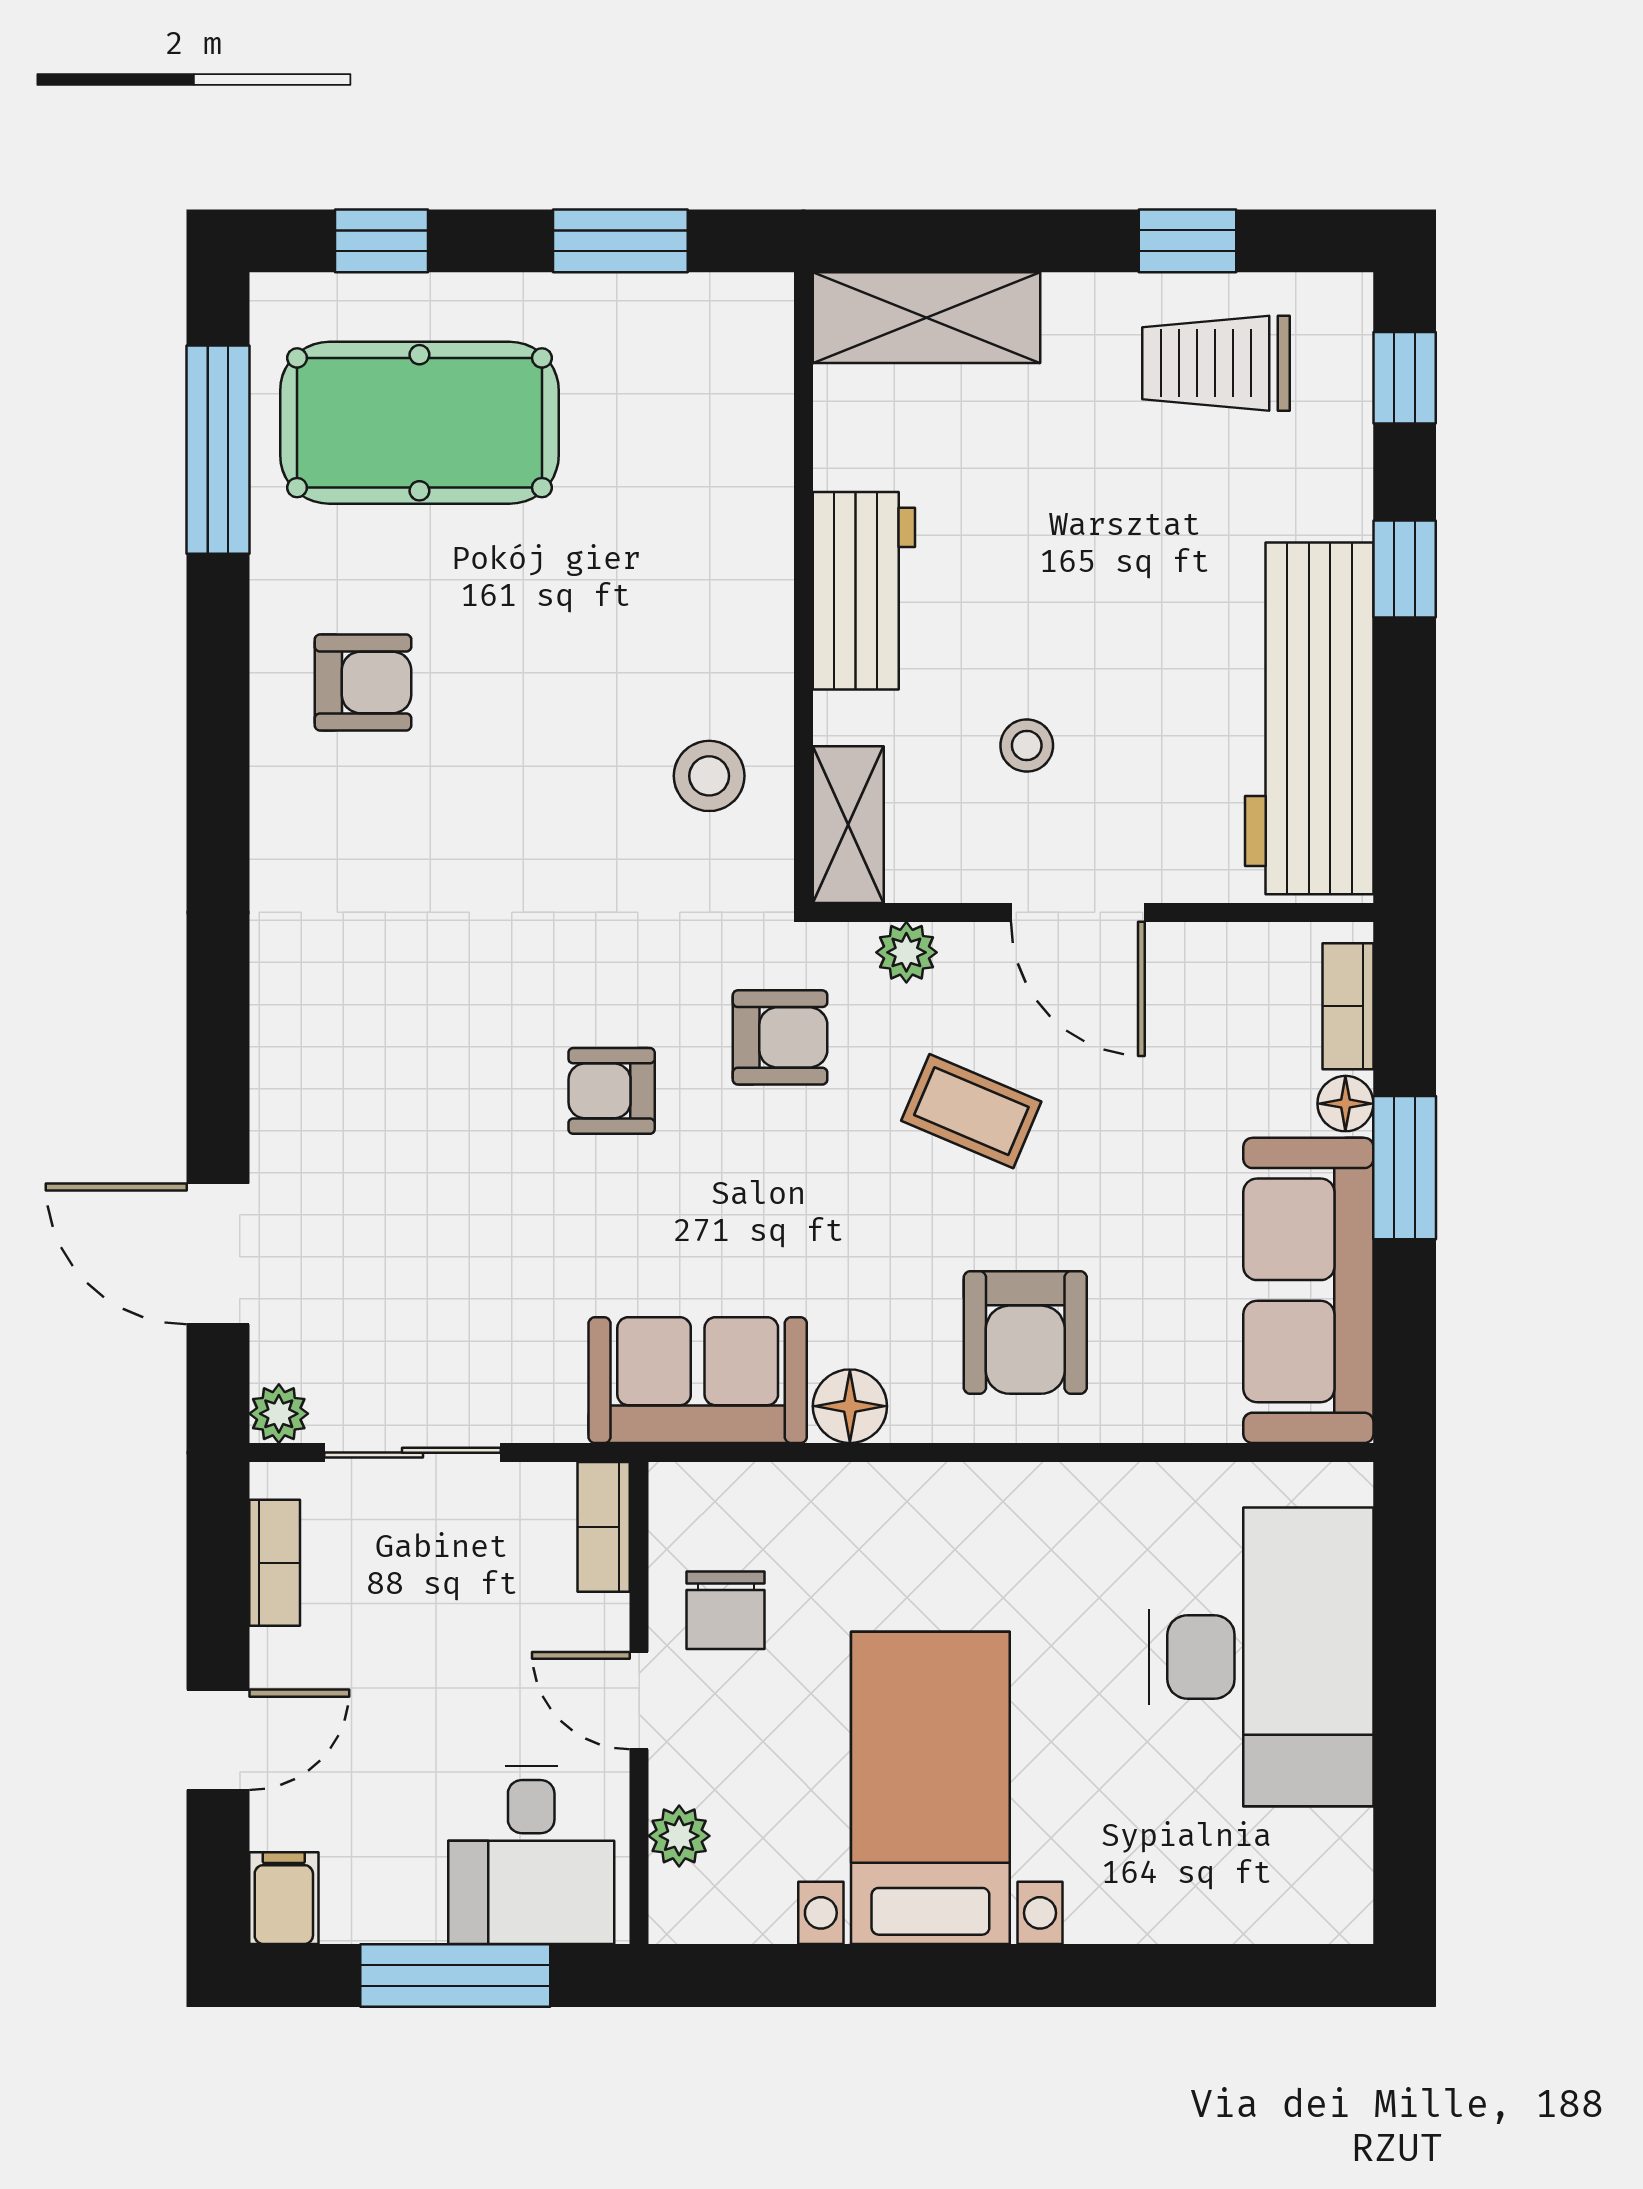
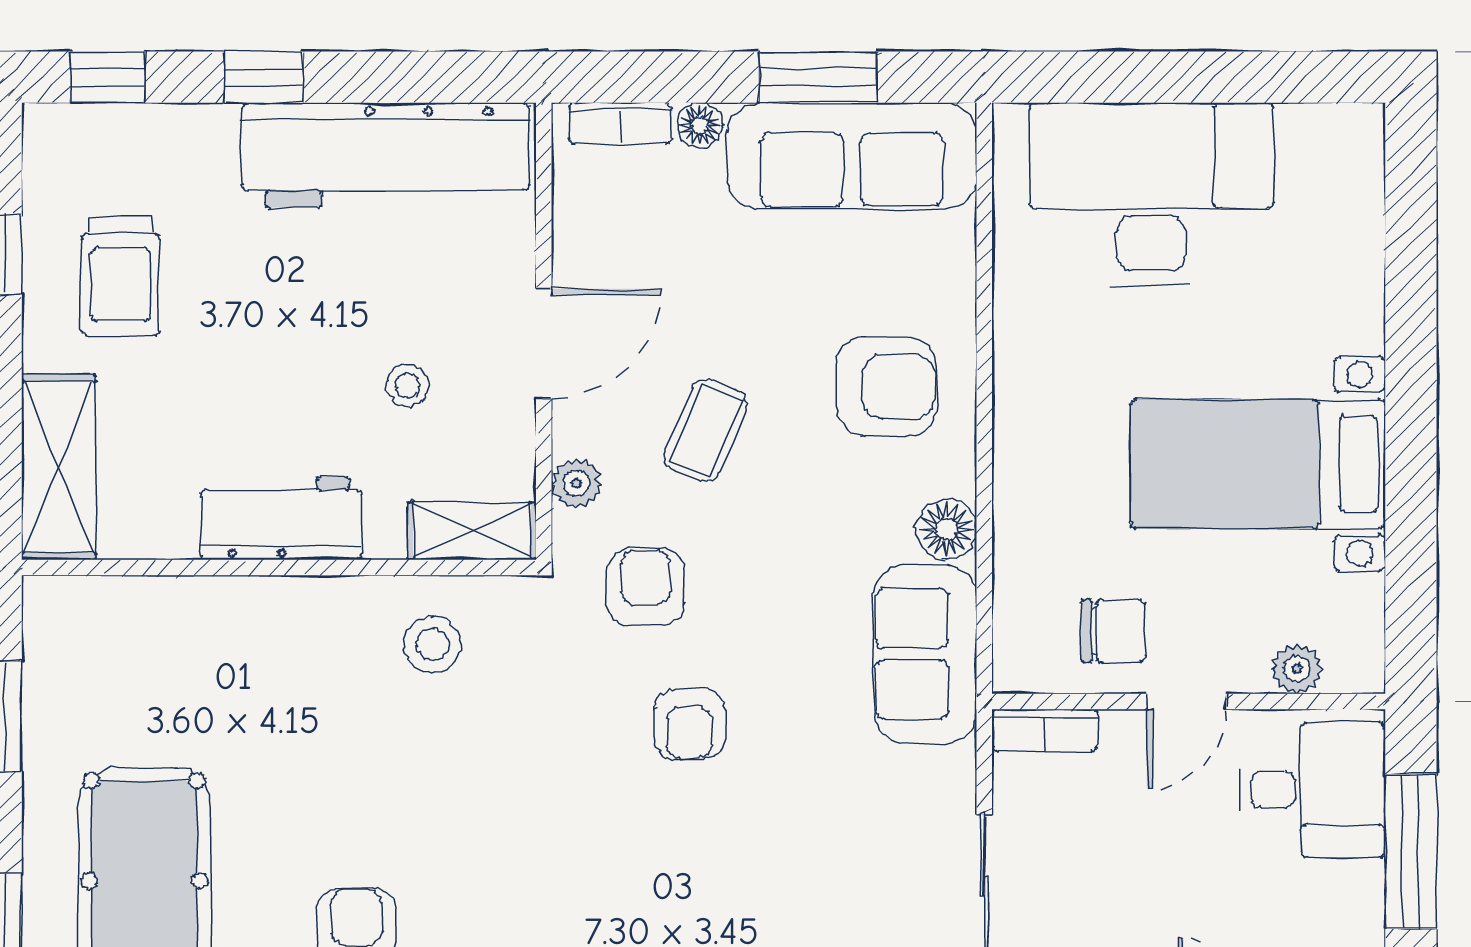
trolley: (1216, 363) -> (121, 276), moved
window: (1405, 1168) -> (818, 77), moved

